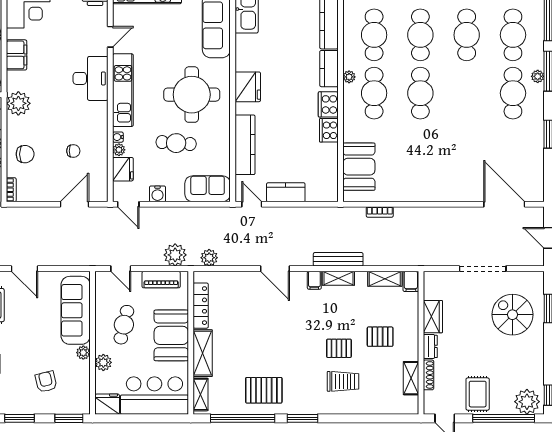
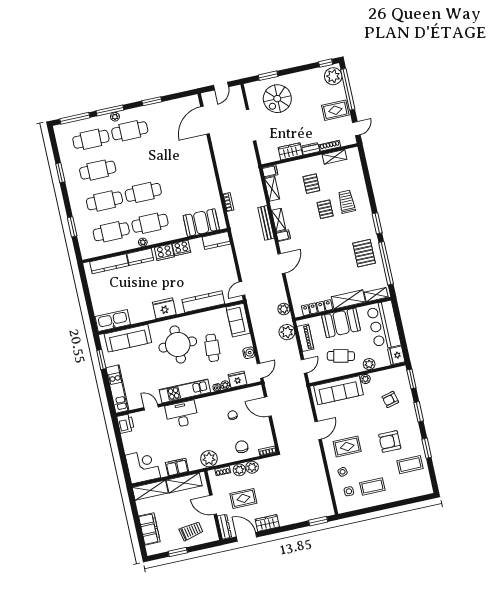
kitchen counter: (286, 192) -> (216, 241), moved, turned -90

